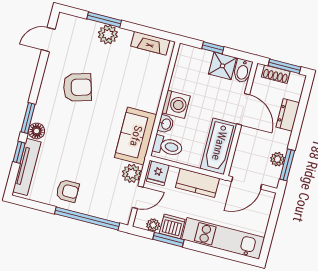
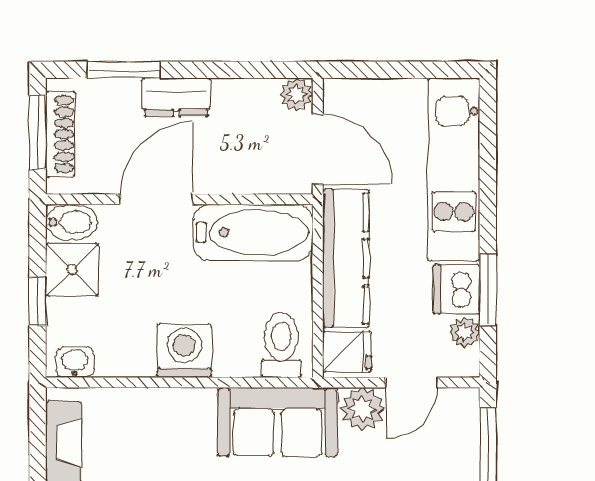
shoe rack: (276, 74) -> (60, 134), width x1.43
dresser: (288, 115) -> (176, 97), moved
washbasin: (166, 124) -> (75, 362), moved
plant: (278, 159) -> (296, 94), moved
window: (287, 165) -> (124, 70), moved
kitchen counter: (197, 183) -> (346, 258), width x1.50
door: (138, 197) -> (412, 383), swing flipped

